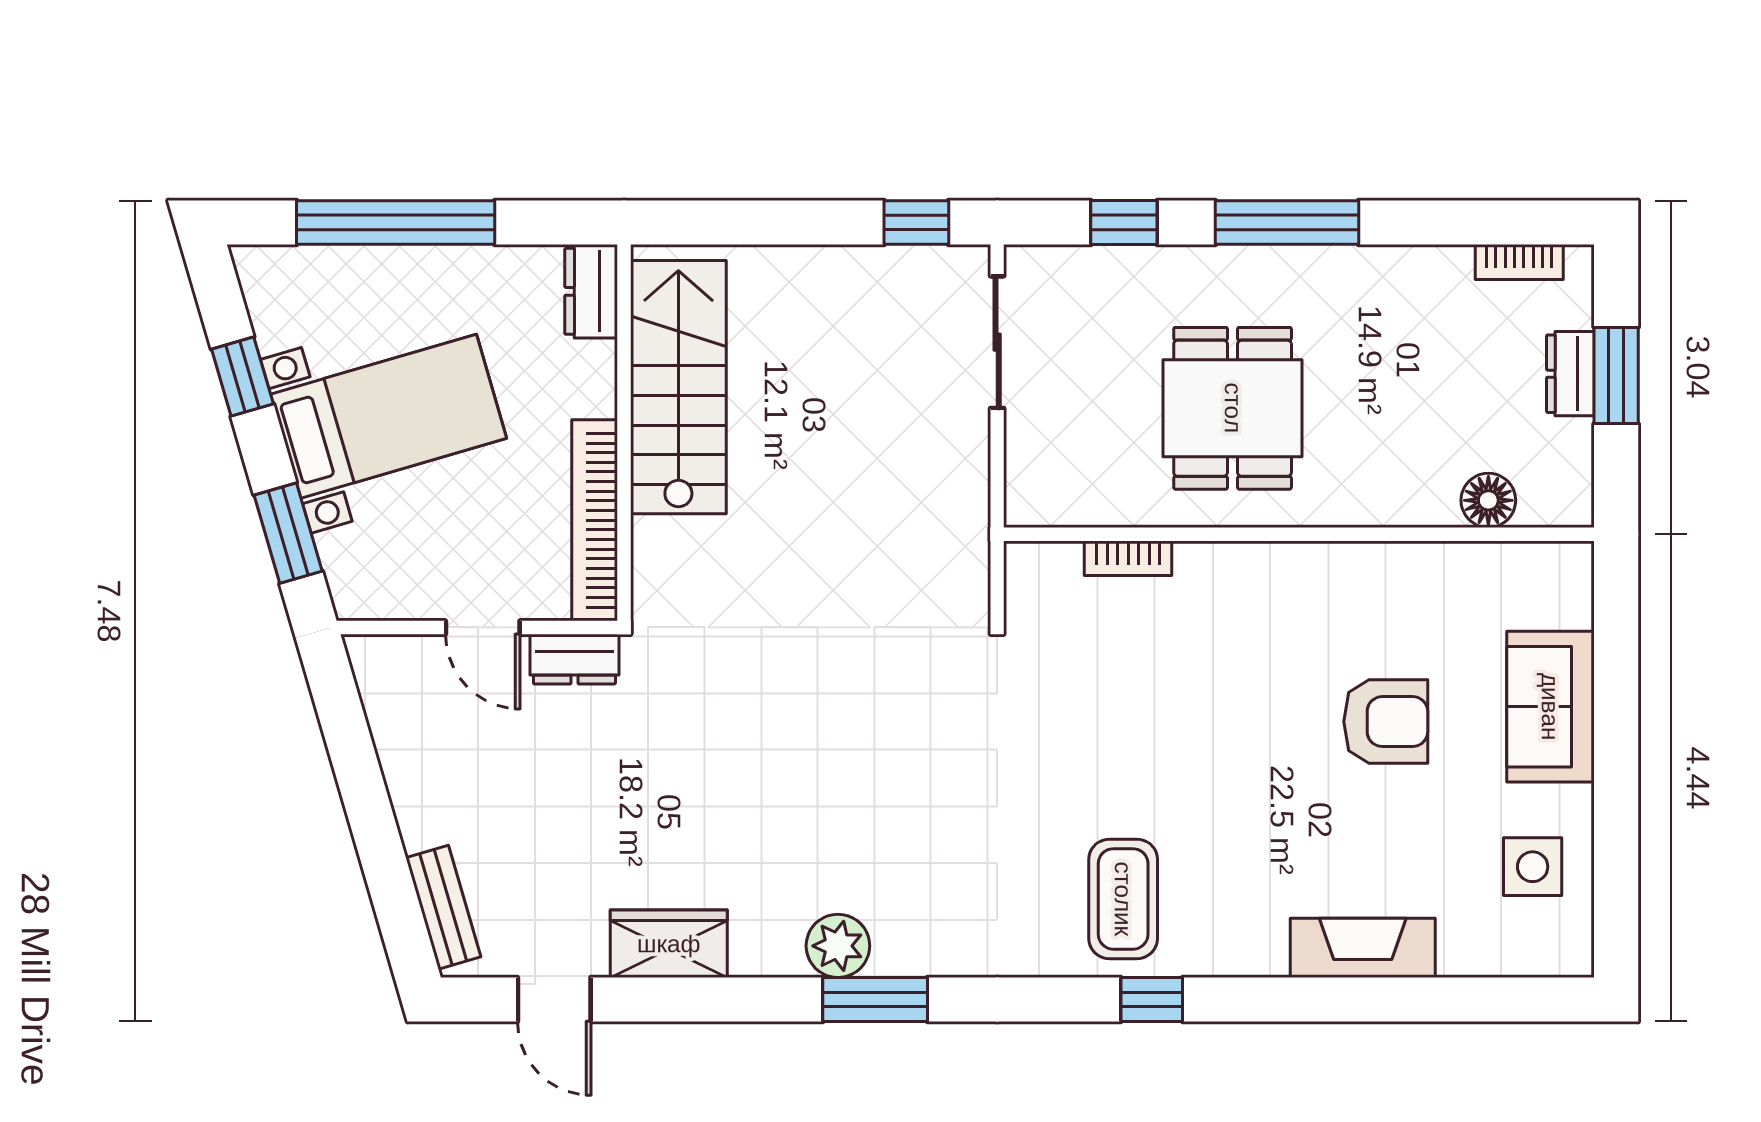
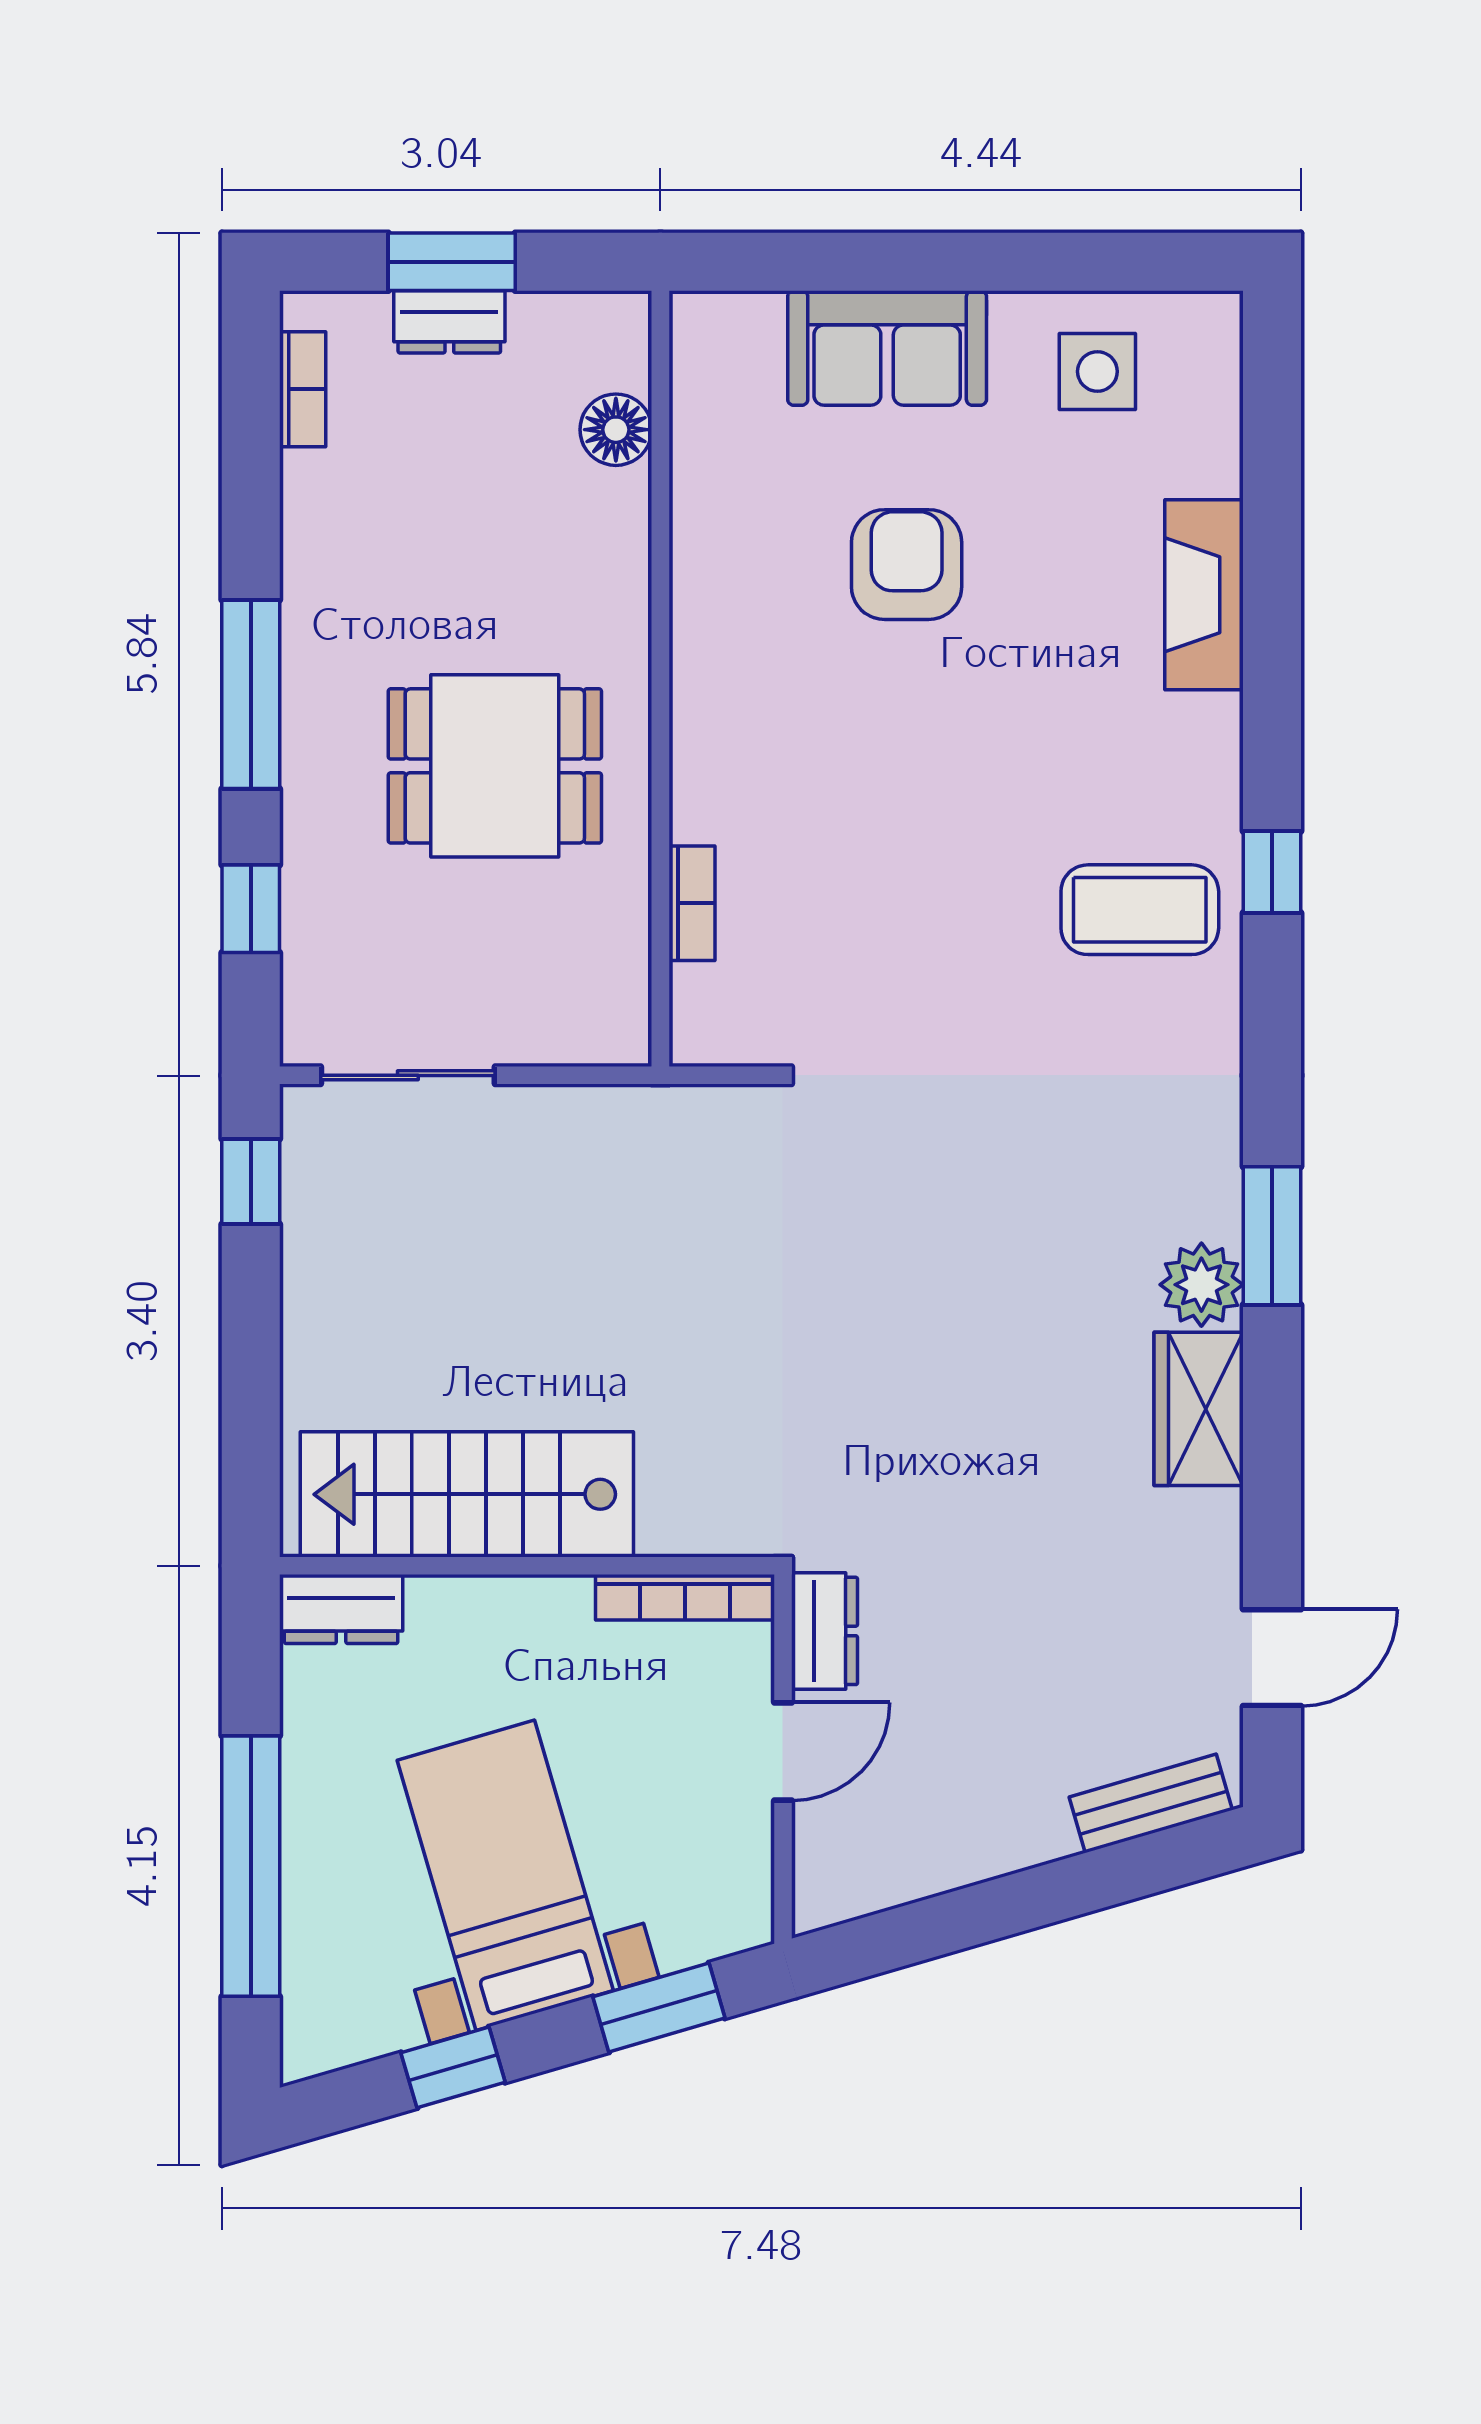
bookcase: (595, 520) -> (685, 1597), width x0.68, depth x0.76
wardrobe: (669, 944) -> (1199, 1409), moved

